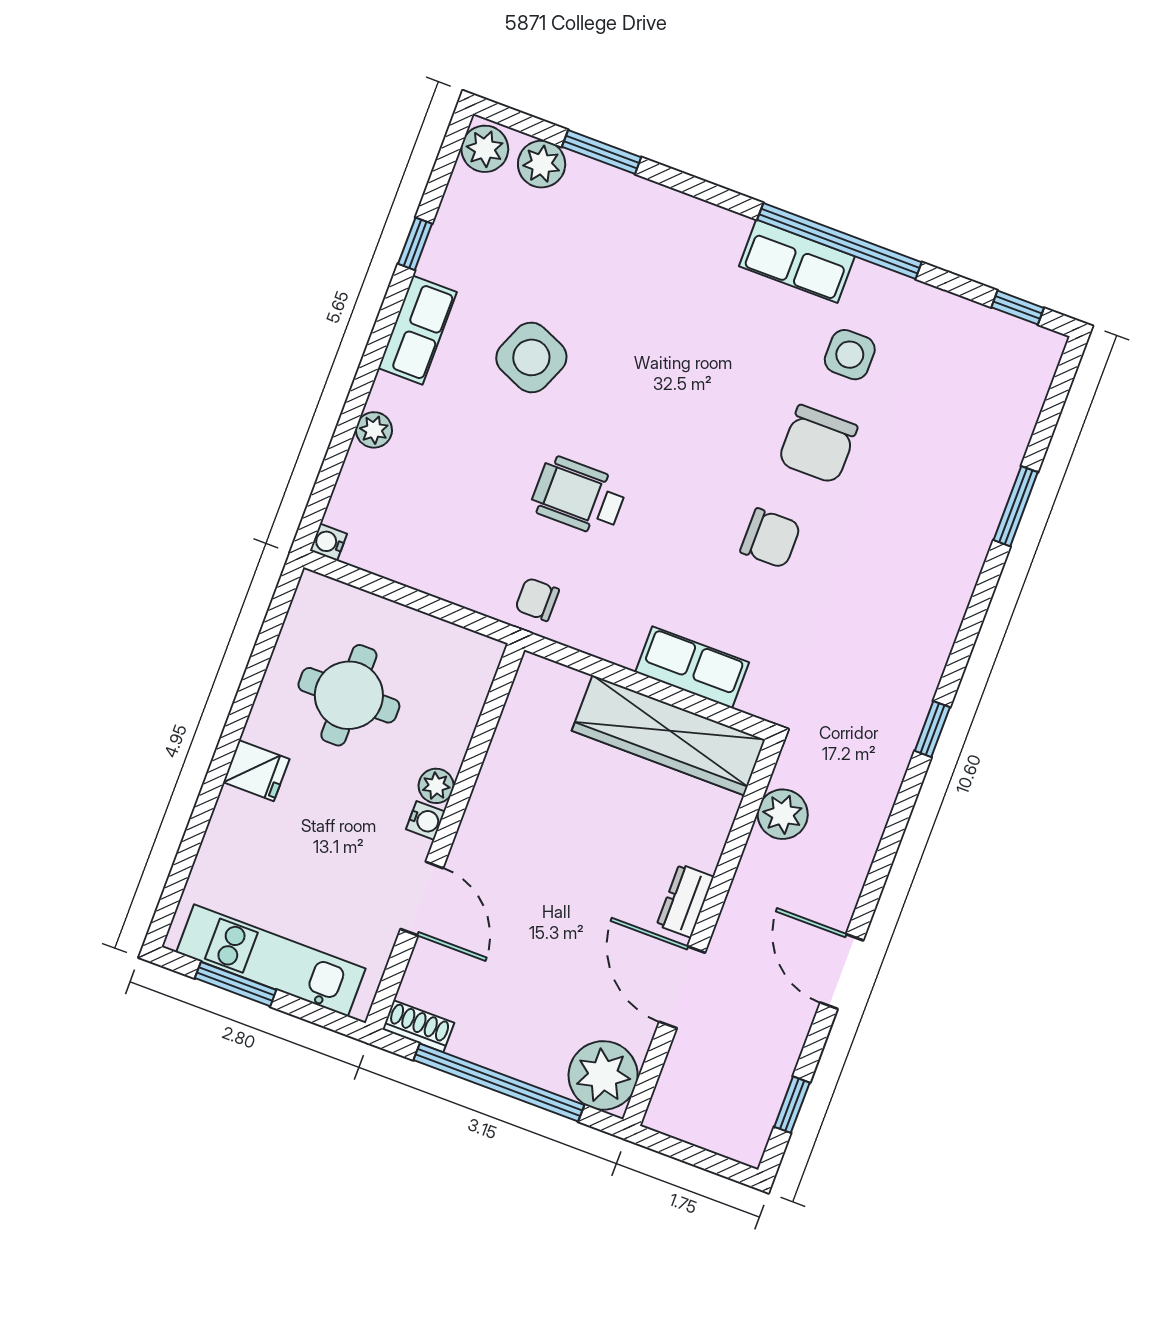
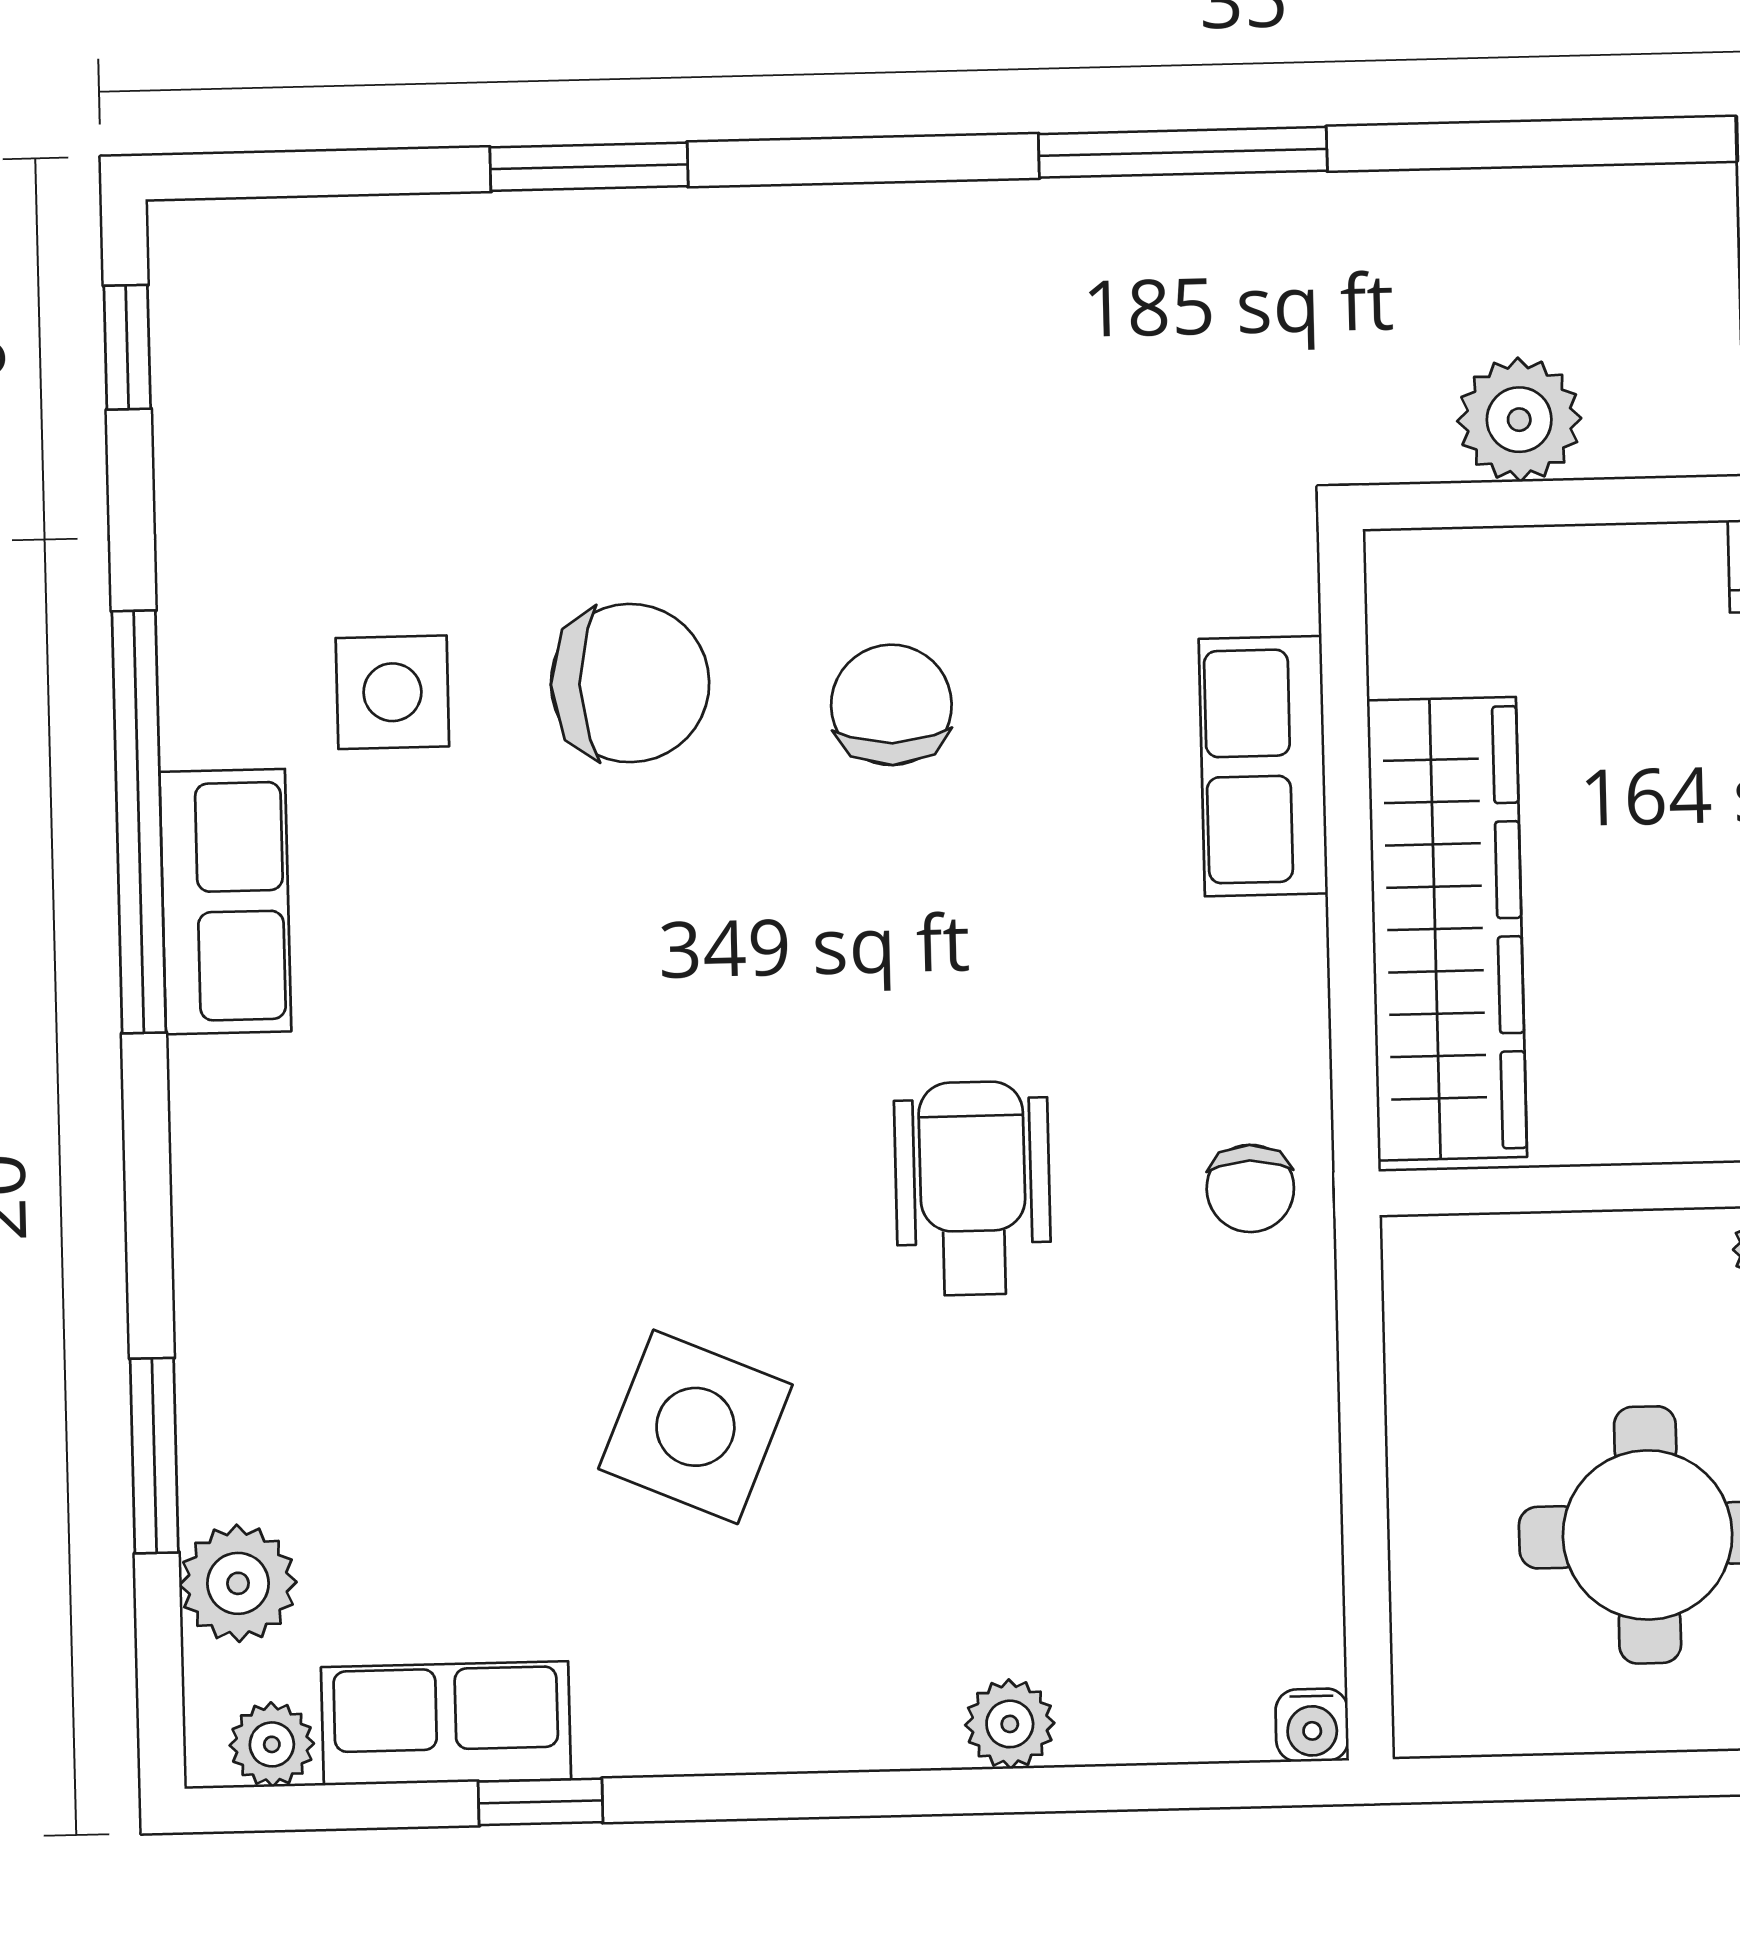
plant: (485, 149) -> (272, 1744), width x0.73, depth x0.73
row of seats: (417, 330) -> (446, 1723), moved
wheelchair: (579, 496) -> (973, 1188), turned 180
window: (932, 729) -> (1183, 152), width x2.17
wardrobe: (669, 735) -> (1447, 929), moved

